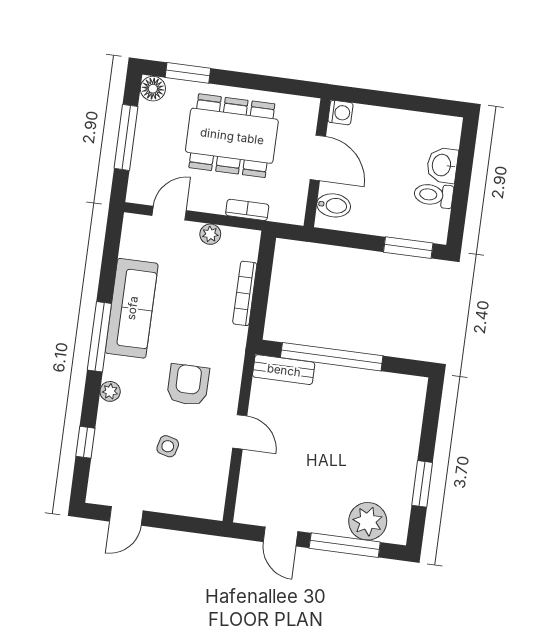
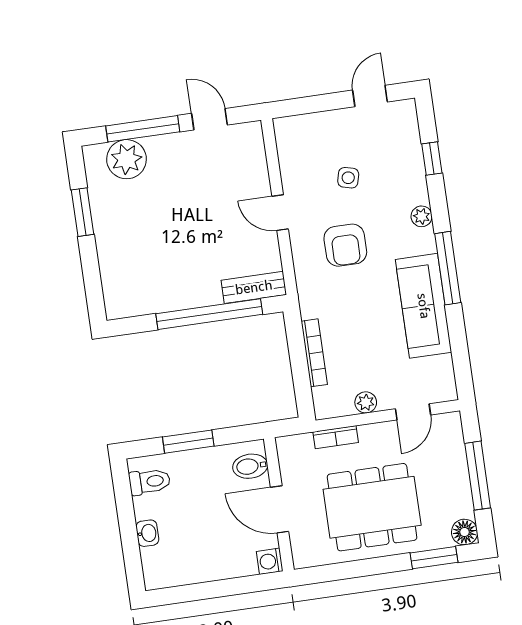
washbasin: (442, 165) -> (147, 533), width x0.72, depth x0.69
toilet: (434, 195) -> (150, 482), moved
window: (408, 248) -> (188, 442), moved

